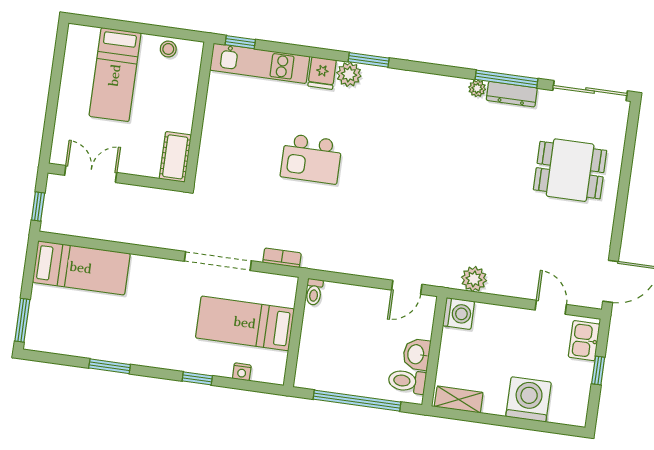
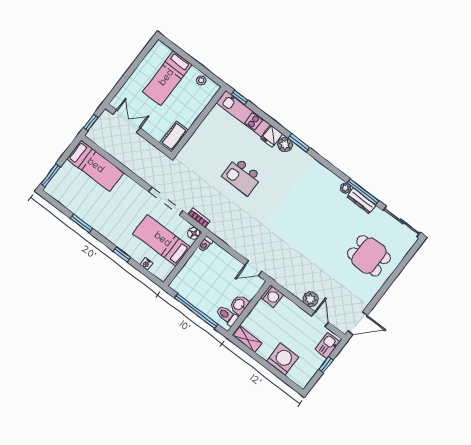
plant: (474, 279) -> (311, 299), moved
floor lamp: (287, 286) -> (194, 233), added

